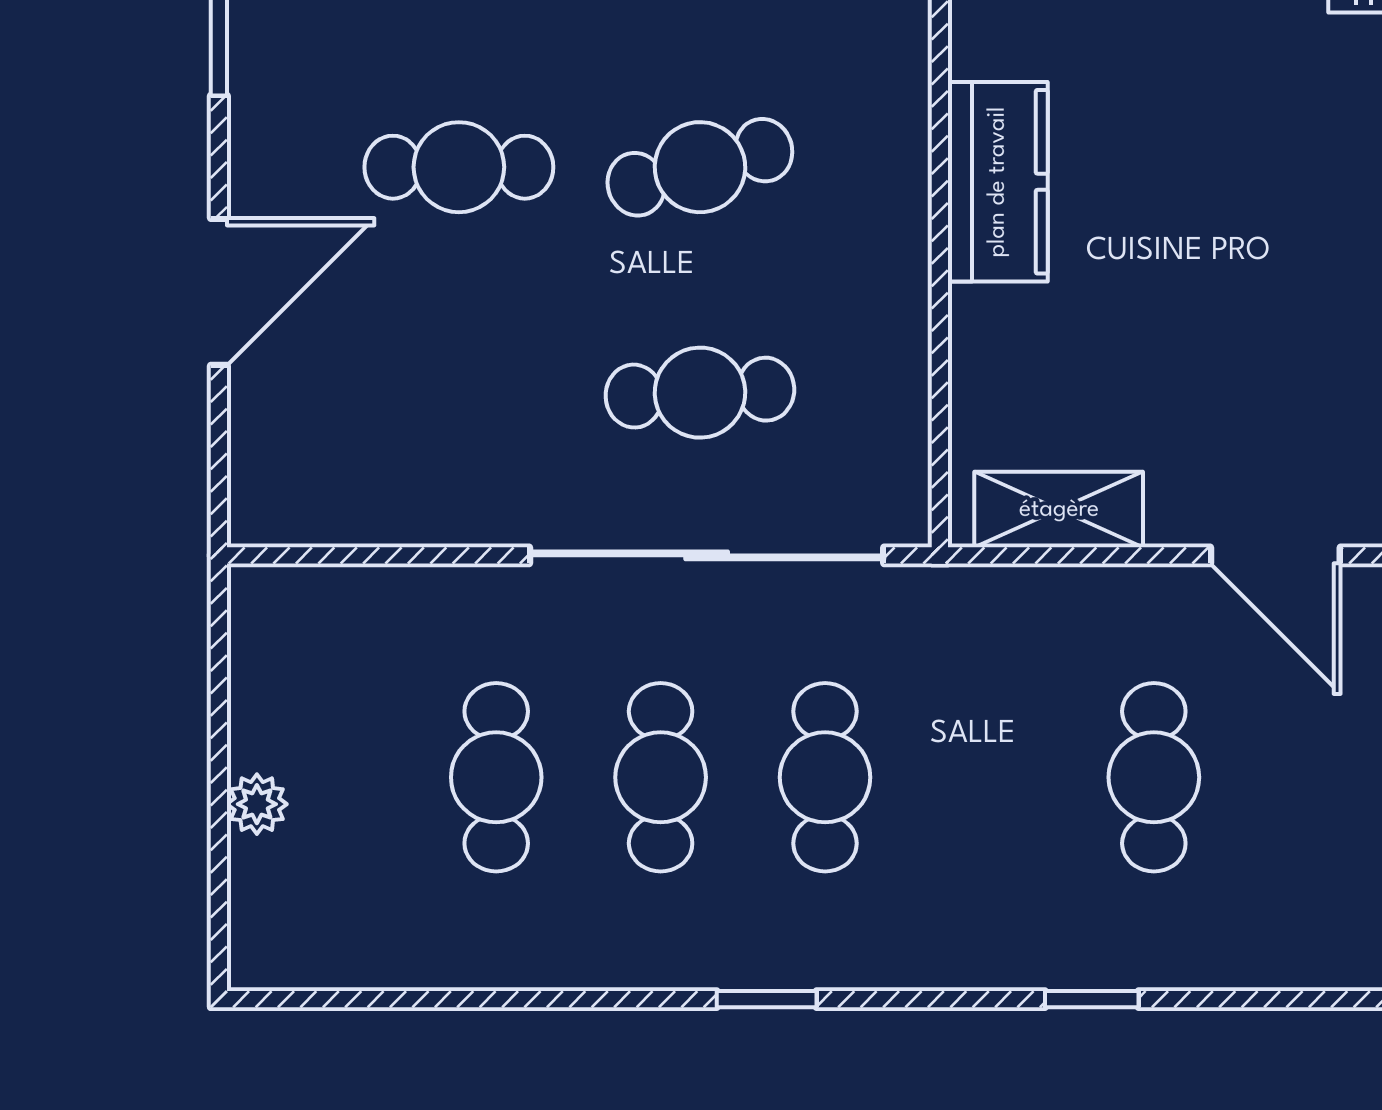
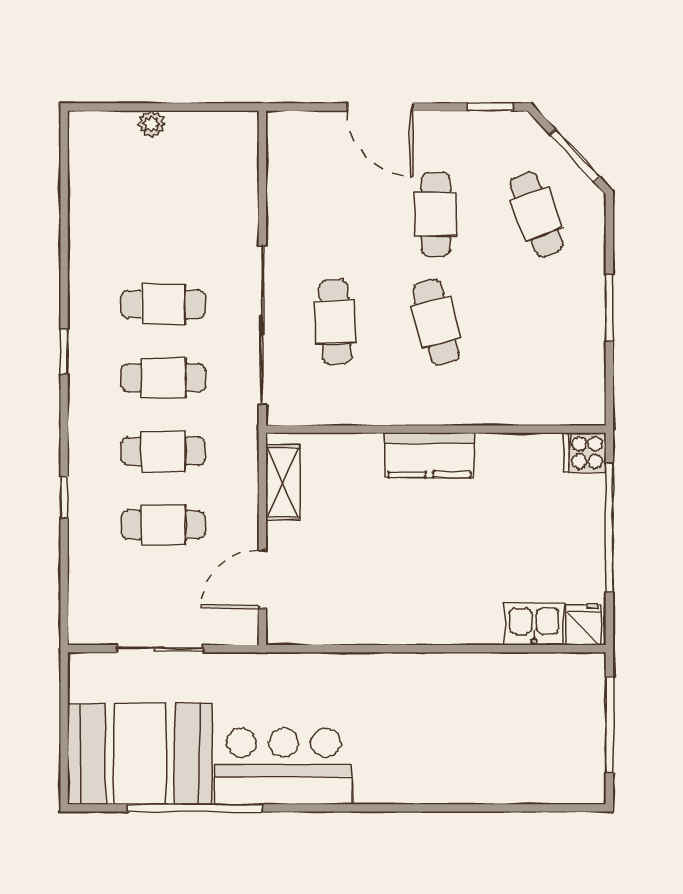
cafe table: (496, 777) -> (163, 451), moved

